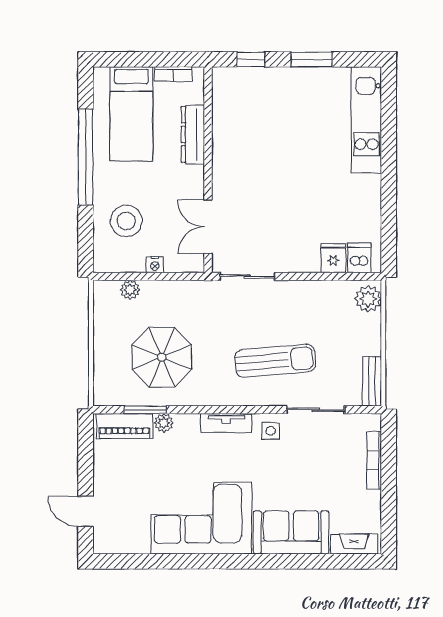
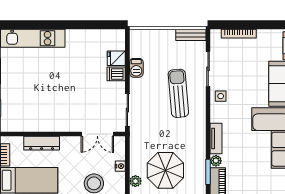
dishwasher: (359, 258) -> (116, 74), moved
barbecue: (318, 291) -> (136, 68), added
plant: (368, 299) -> (141, 37), removed
parasol: (162, 357) -> (165, 170), moved
tv unit: (226, 423) -> (216, 139), moved

